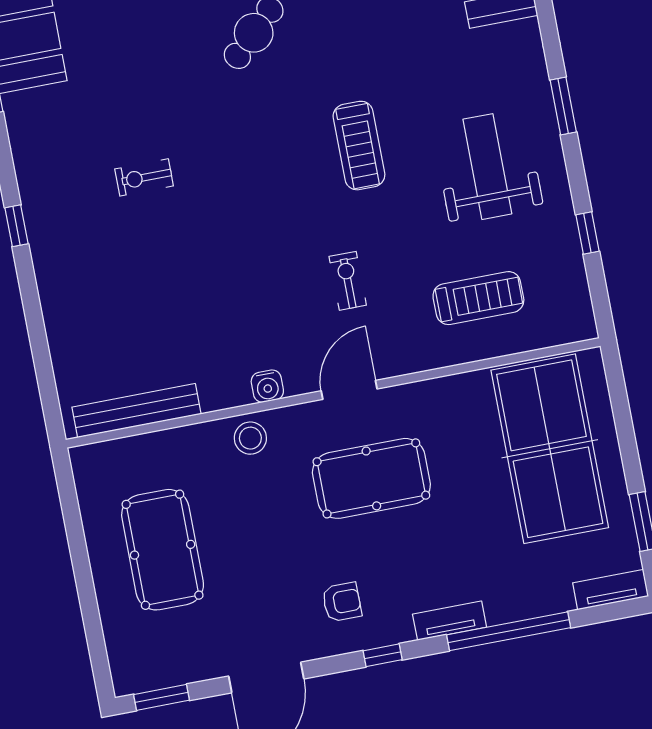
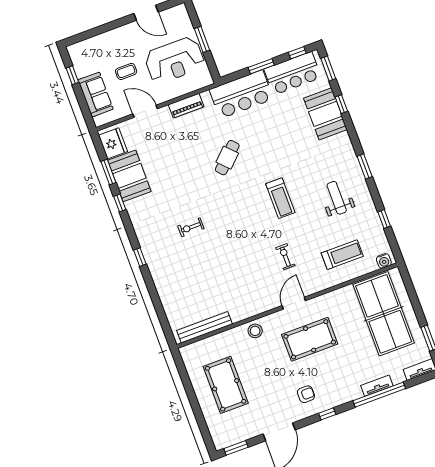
weight bench: (487, 167) -> (337, 198), width x0.73, depth x0.75
water cooler: (267, 386) -> (384, 261), moved
tv unit: (450, 621) -> (377, 386), moved

